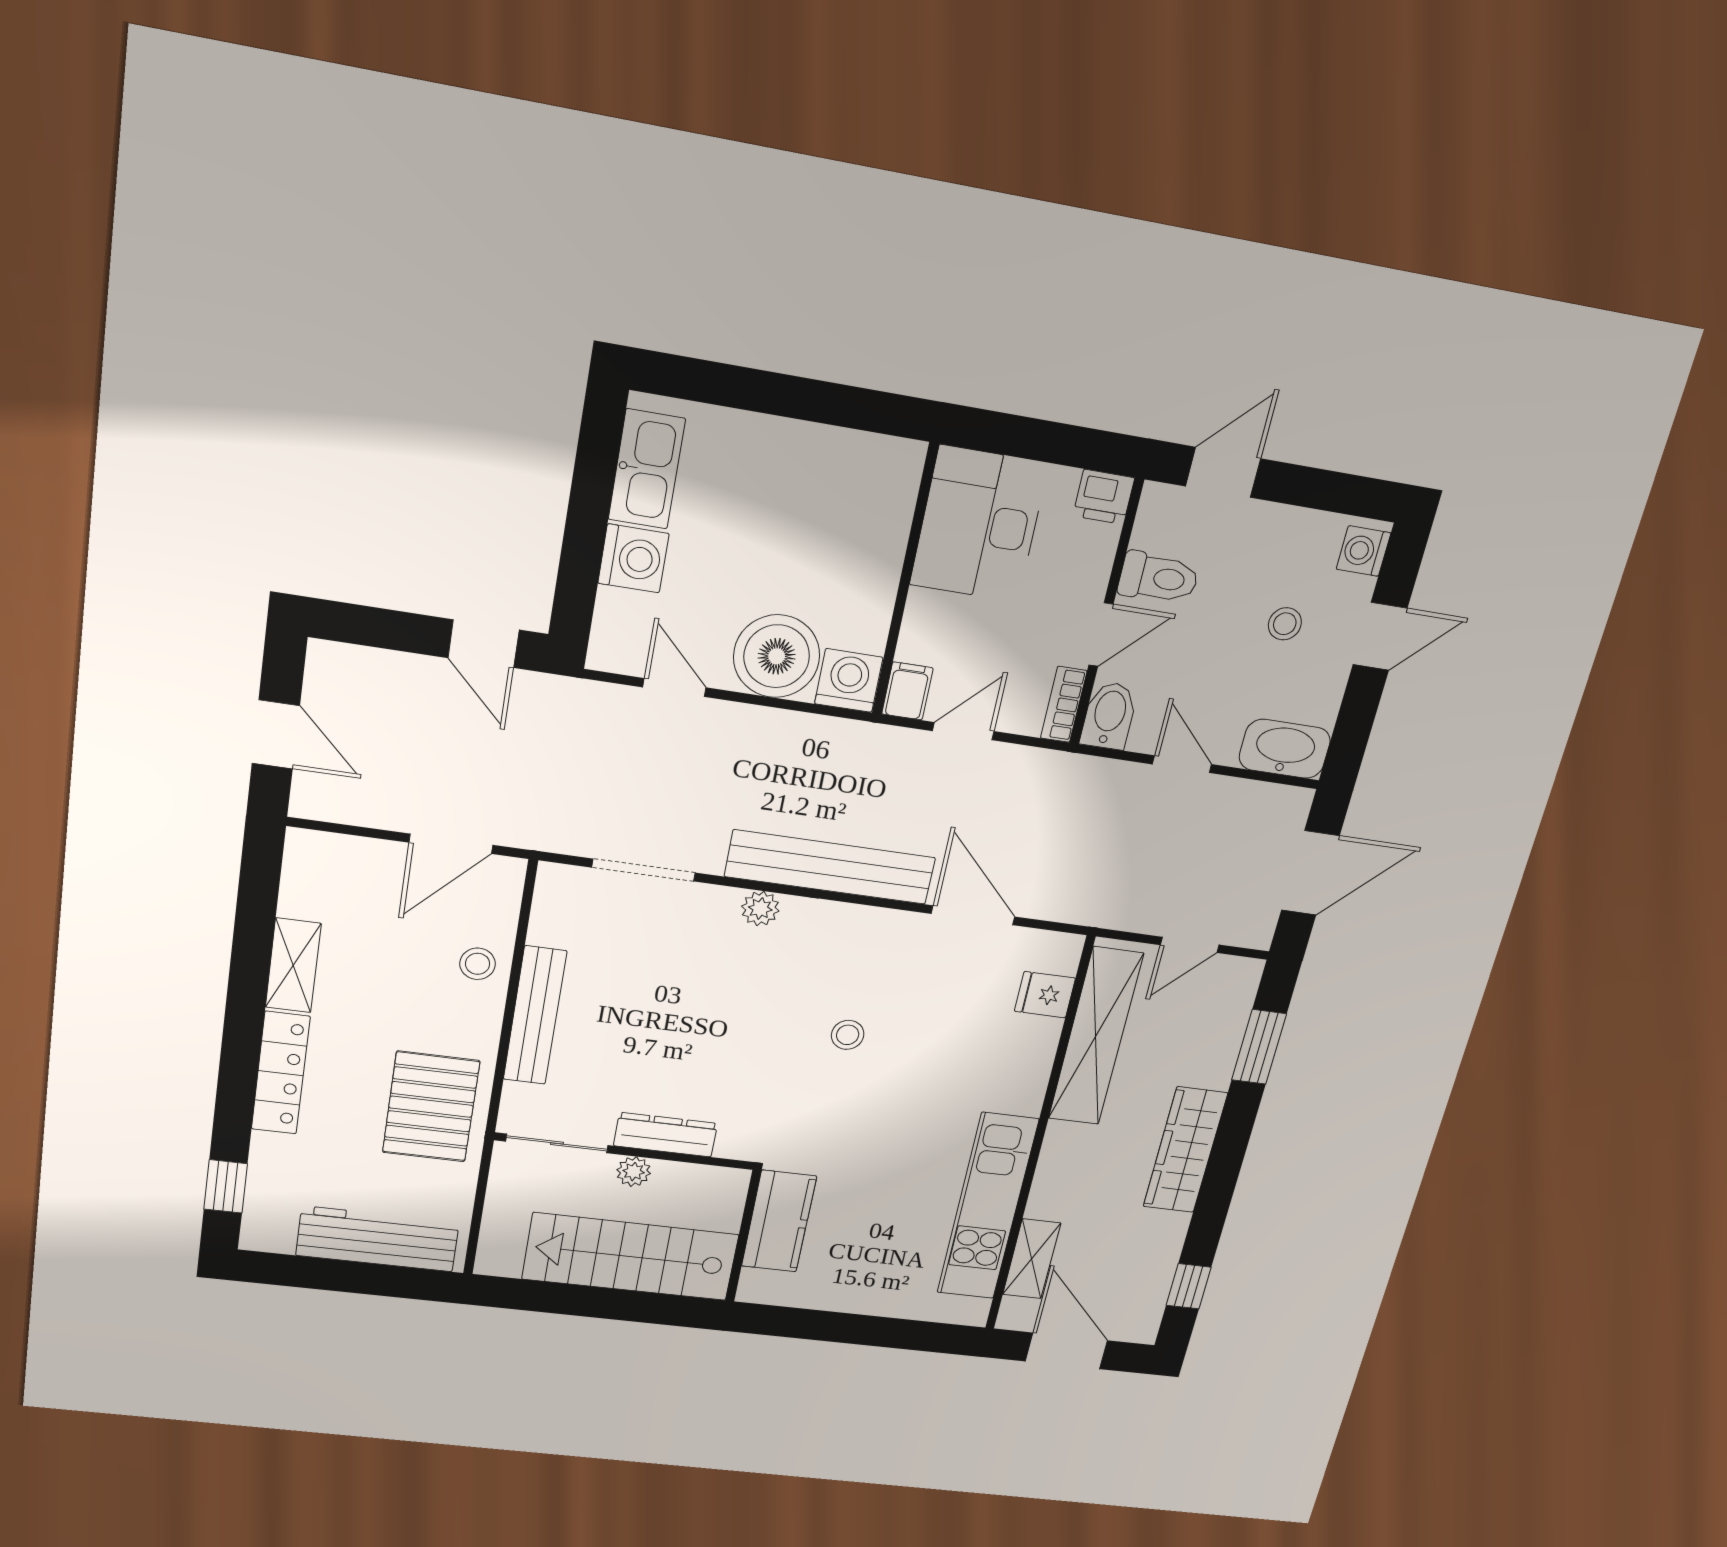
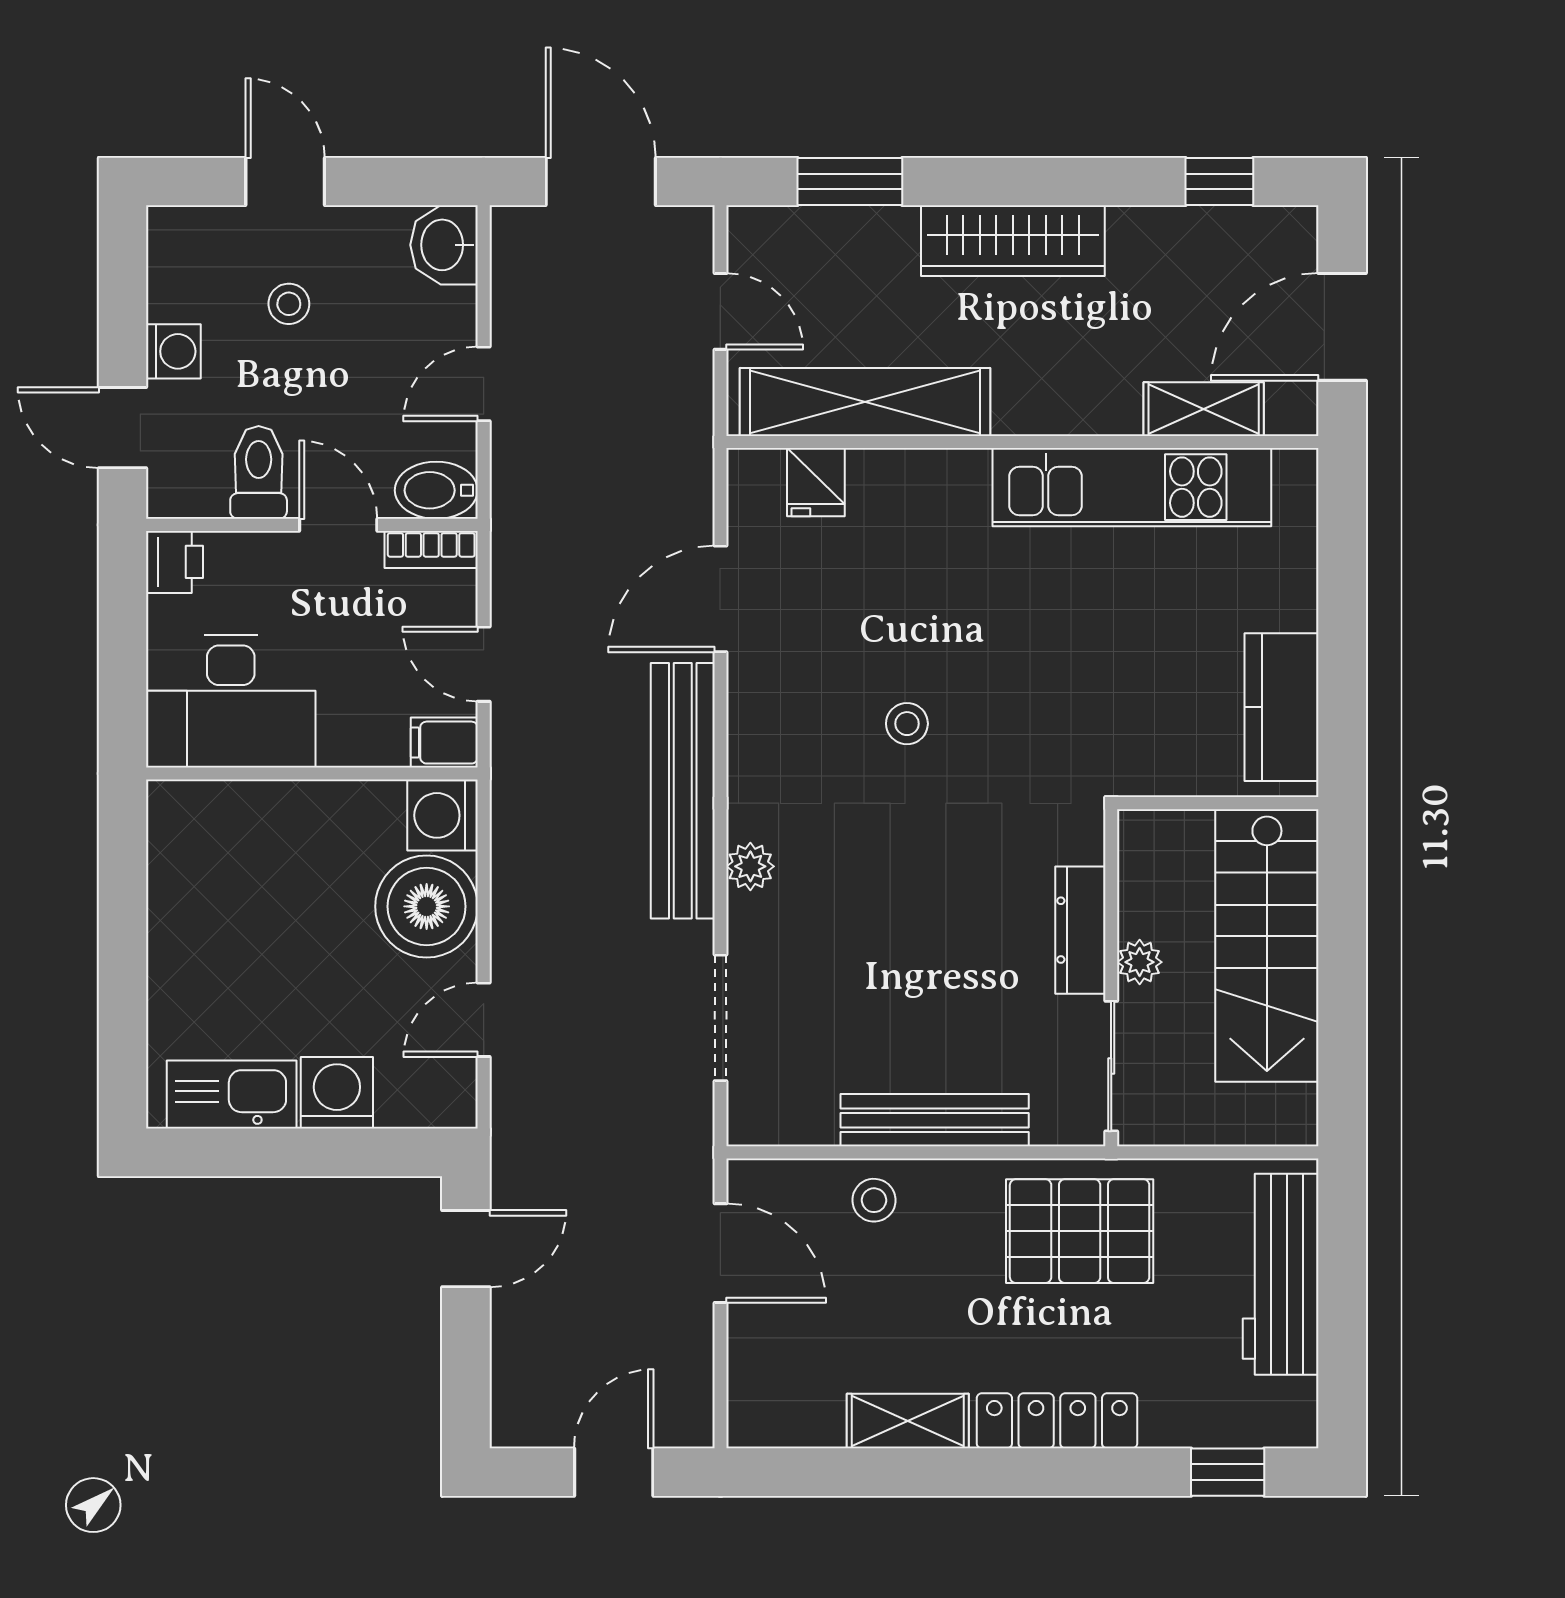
washing machine: (1364, 551) -> (173, 351), moved, turned -90
washbasin: (1285, 749) -> (444, 245), width x0.72
kitchen counter: (779, 1221) -> (1281, 707), moved, turned -90

